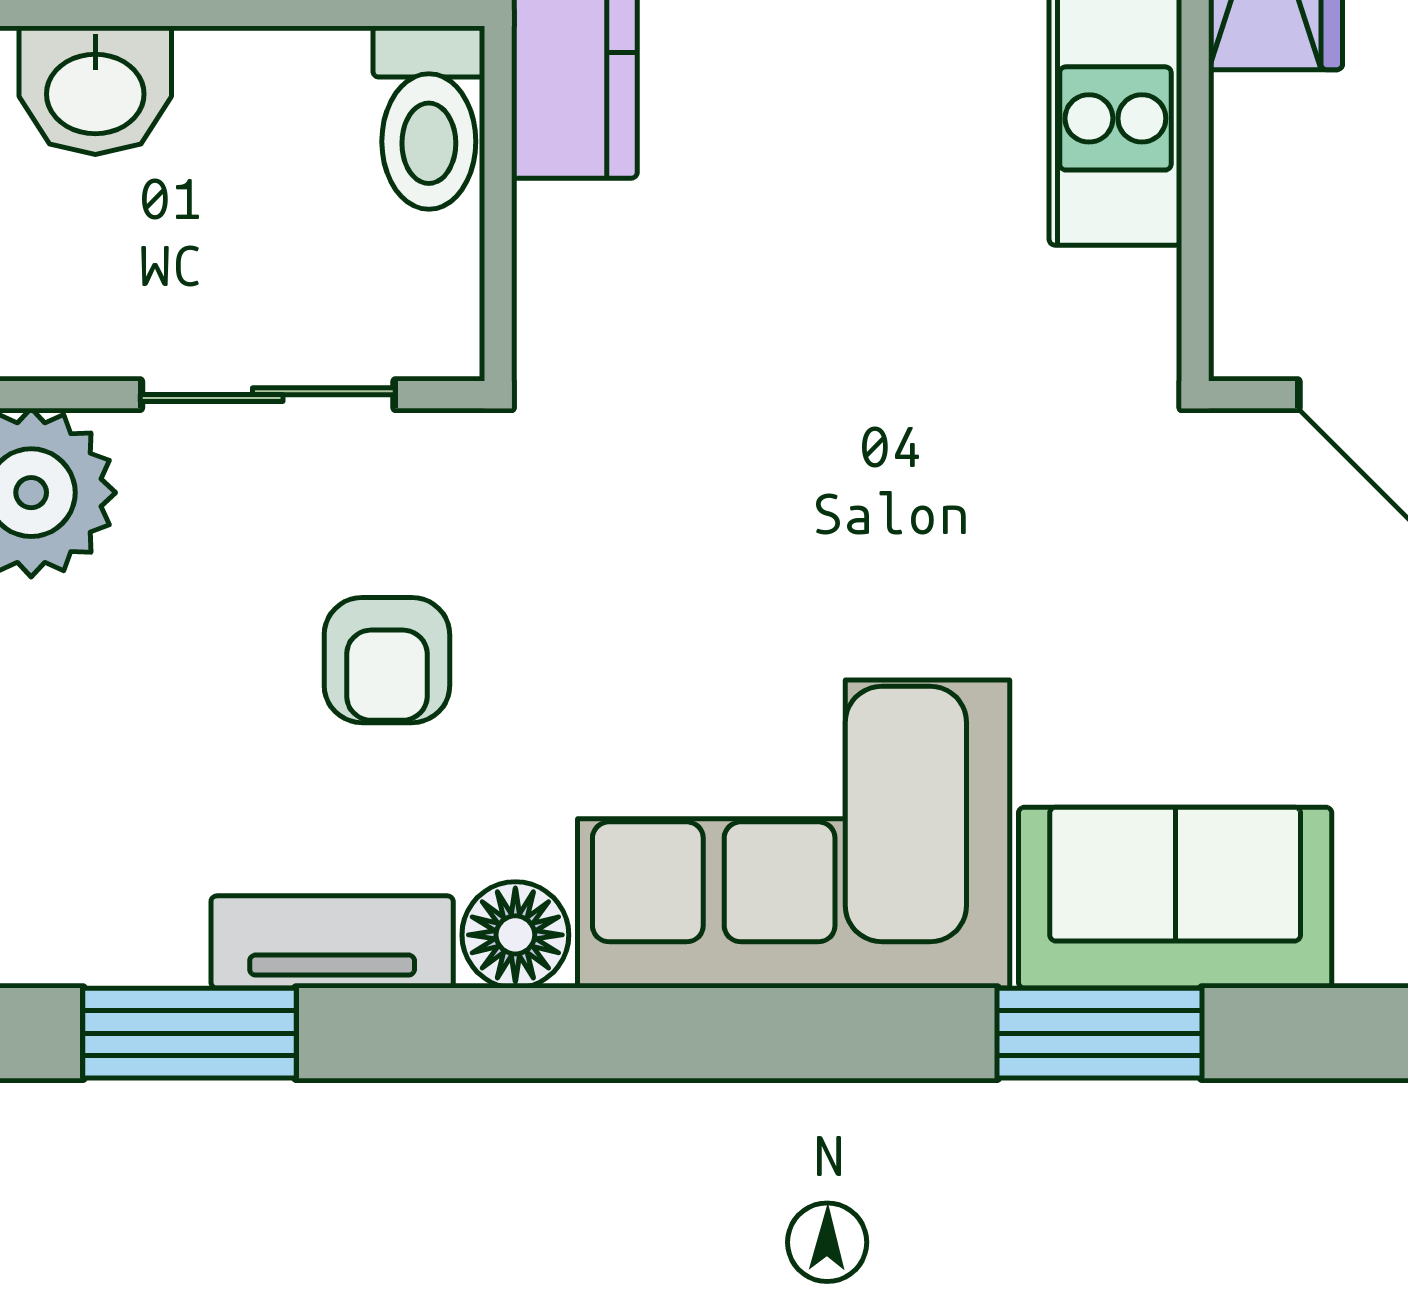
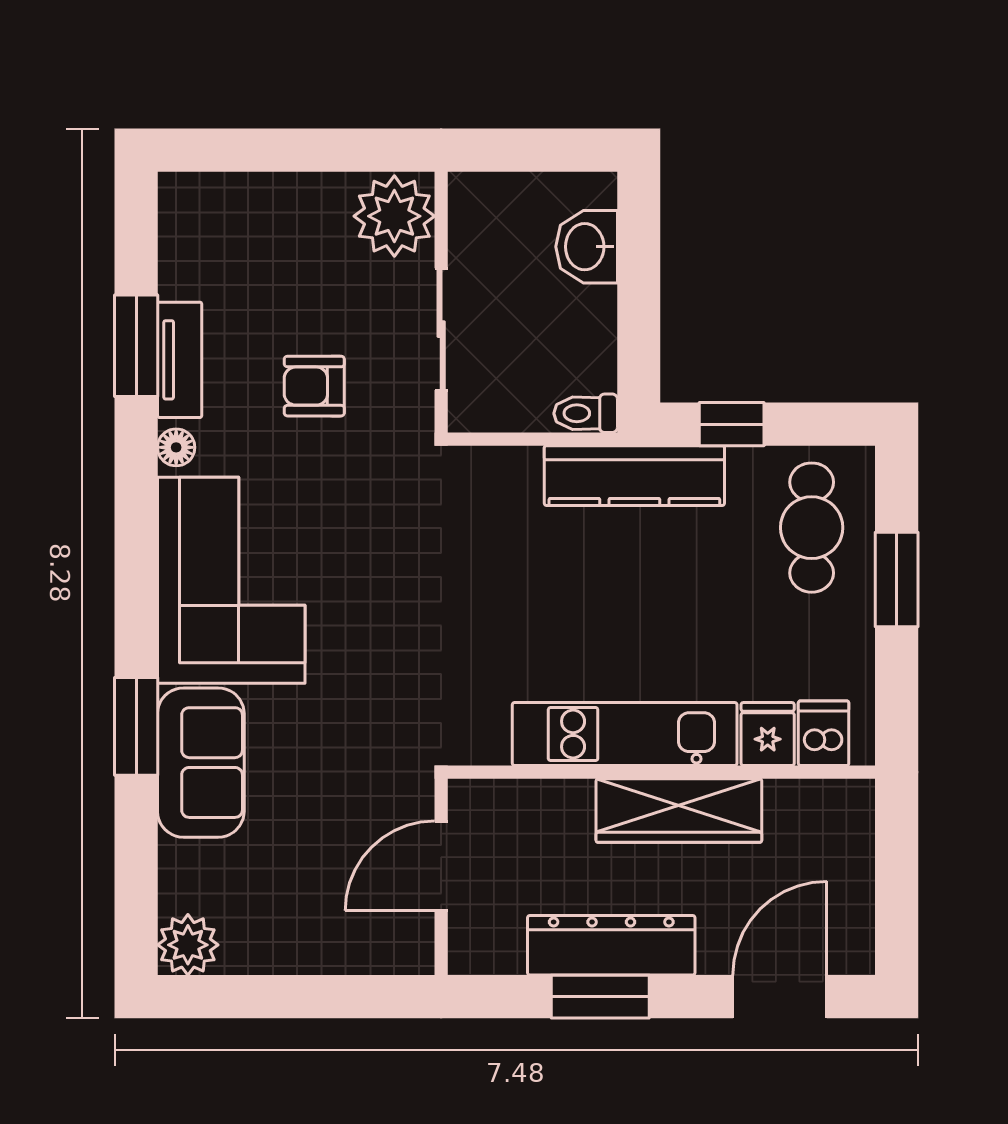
toilet: (429, 118) -> (586, 413), width x0.73, depth x0.72
floor lamp: (515, 935) -> (176, 447), width x0.73, depth x0.73
window: (189, 1033) -> (136, 346), moved

